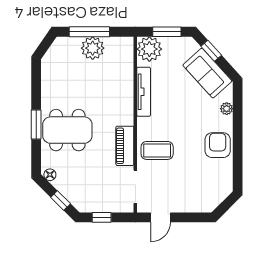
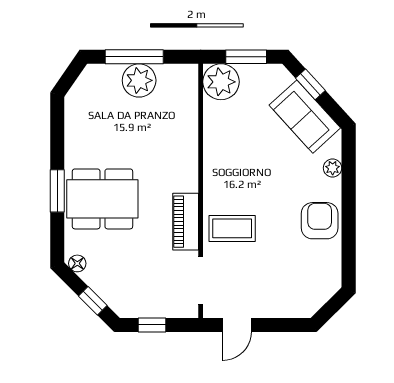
tv unit: (144, 92) -> (213, 144), removed

